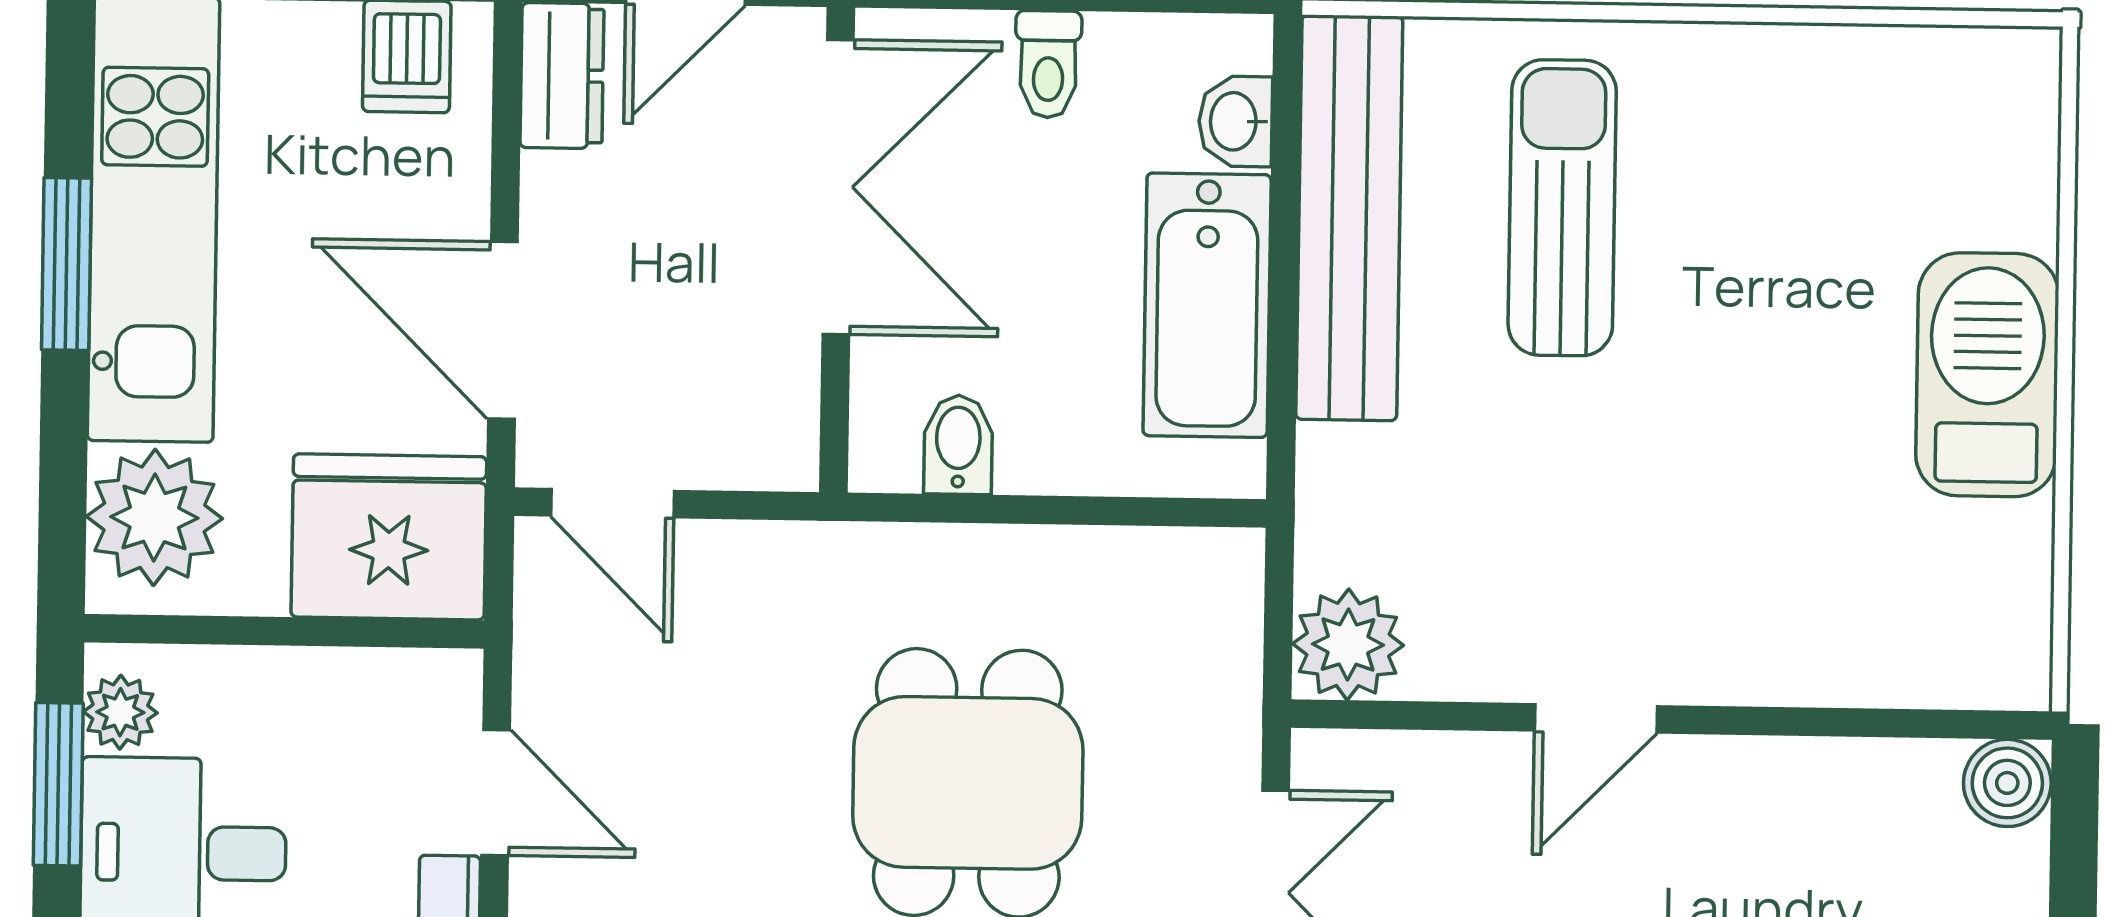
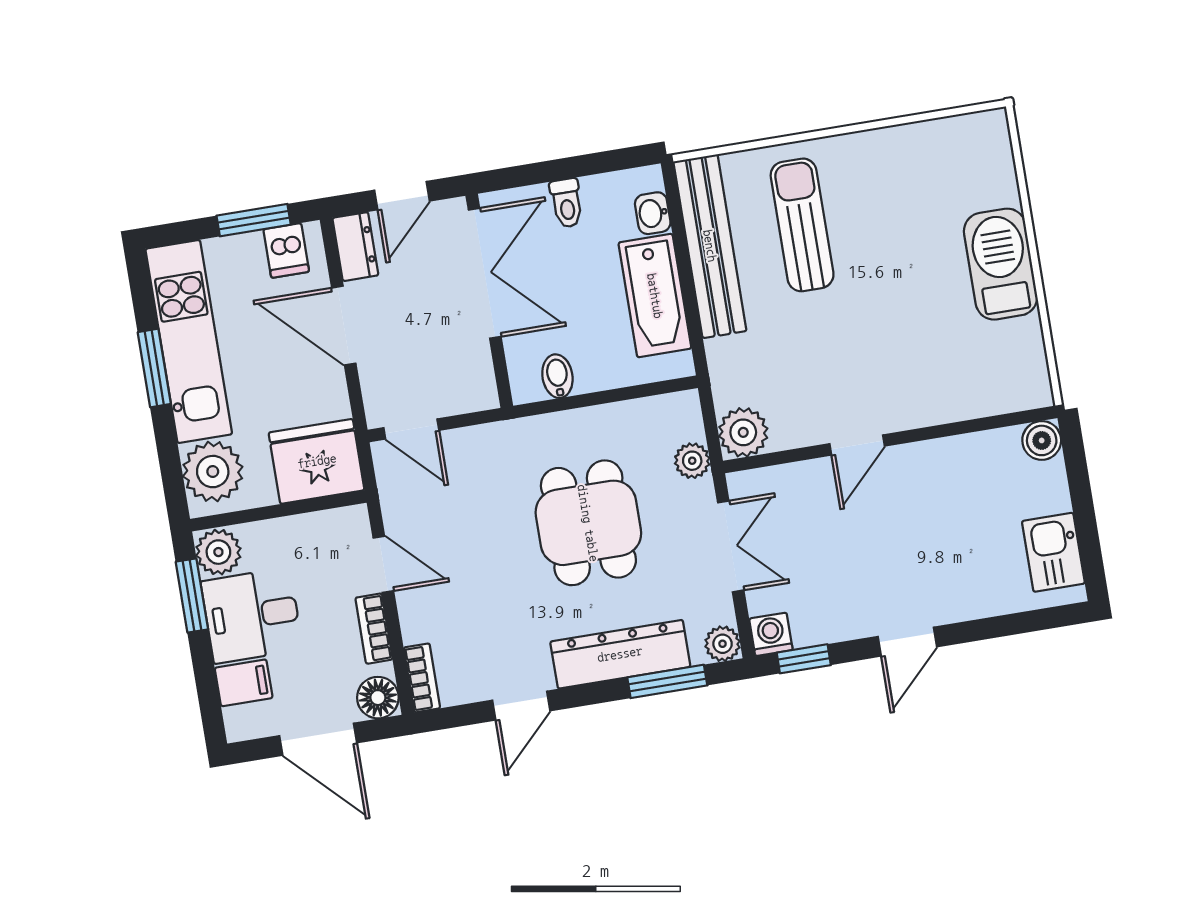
door: (503, 330) -> (344, 326), moved
plant: (1223, 687) -> (692, 461), added
plant: (120, 712) -> (218, 552), width x1.38, depth x1.38

